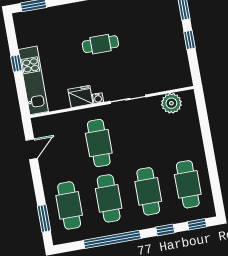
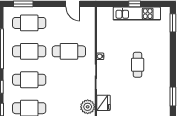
kitchen unit: (33, 80) -> (137, 14), moved
fridge: (80, 97) -> (103, 103), moved

